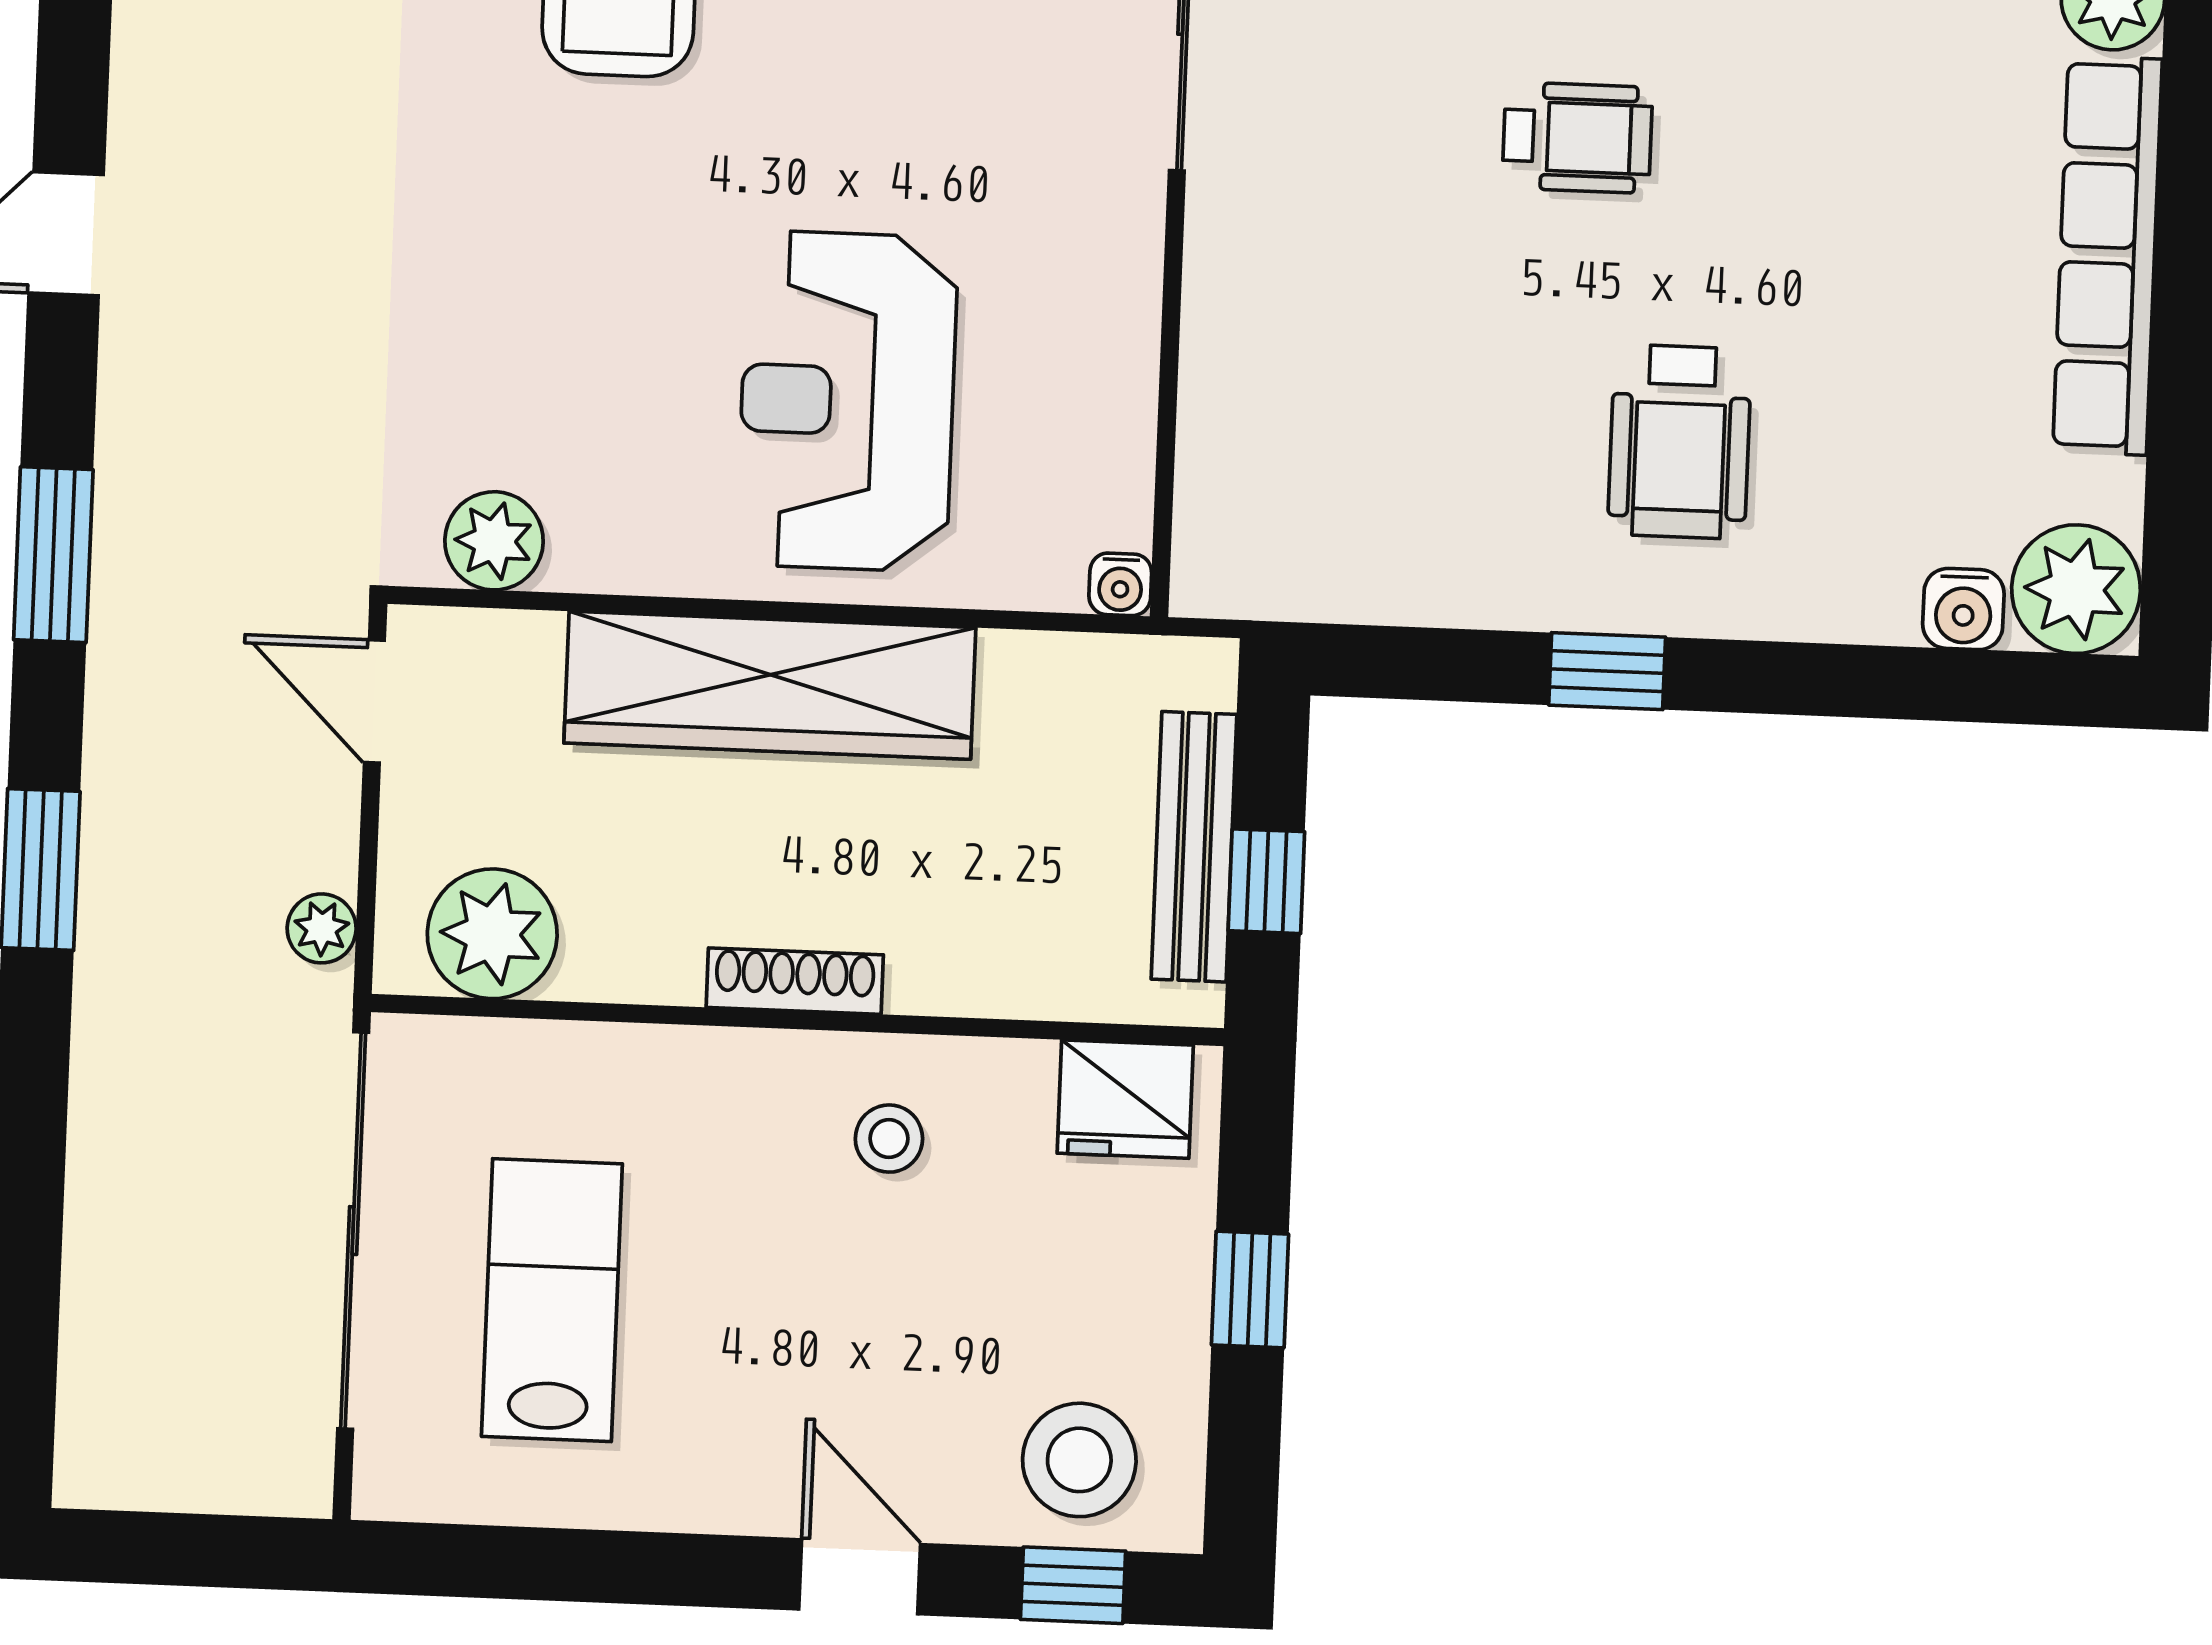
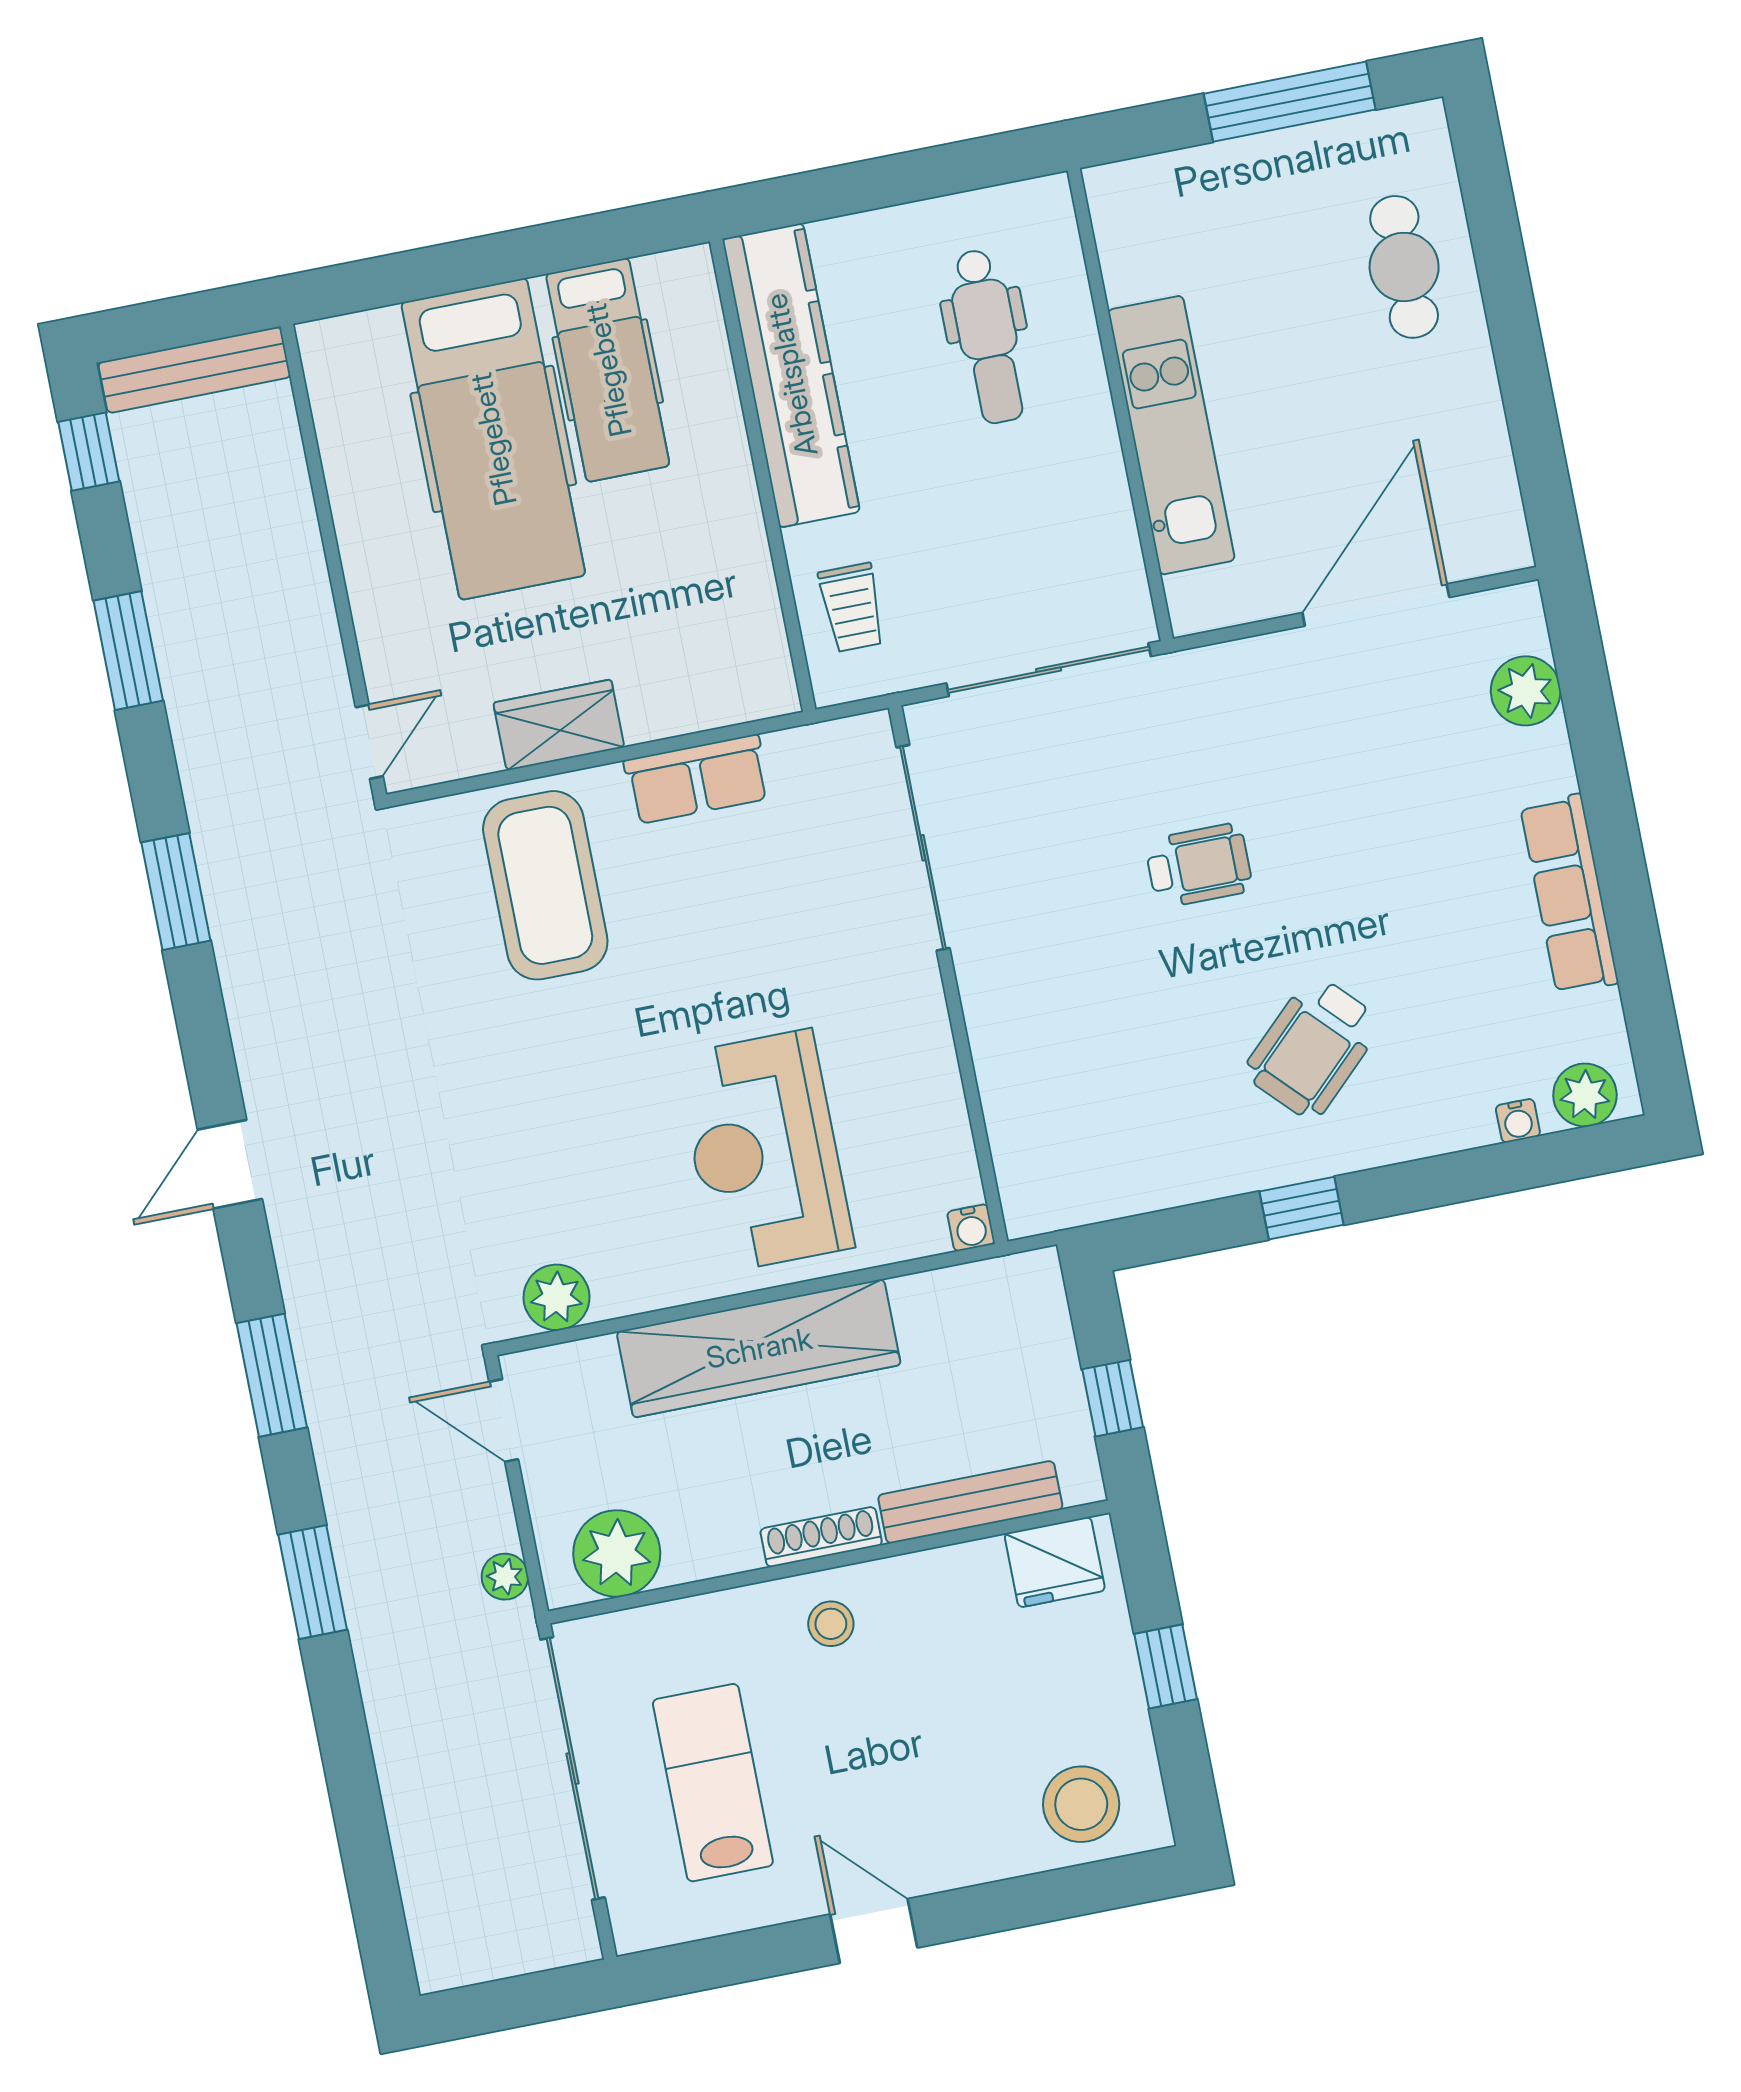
row of seats: (2107, 255) -> (1569, 894), width x0.73
wheelchair: (1680, 442) -> (1313, 1047), turned 46
plant: (2076, 589) -> (1585, 1095), width x0.73, depth x0.73
water cooler: (1963, 609) -> (1518, 1121), width x0.72, depth x0.72
bench: (1194, 847) -> (970, 1502), moved, turned 90
stool: (889, 1139) -> (831, 1624), moved
door: (860, 1577) -> (874, 1931), moved
window: (1073, 1585) -> (1097, 1887), removed

